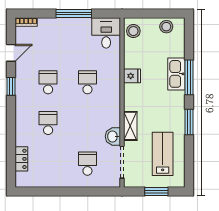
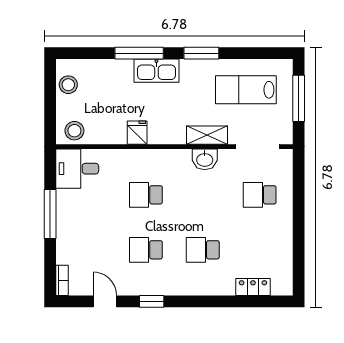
kitchen sink: (176, 74) -> (156, 71), moved
washbasin: (113, 136) -> (205, 159), moved
window: (156, 192) -> (299, 98), width x1.44

